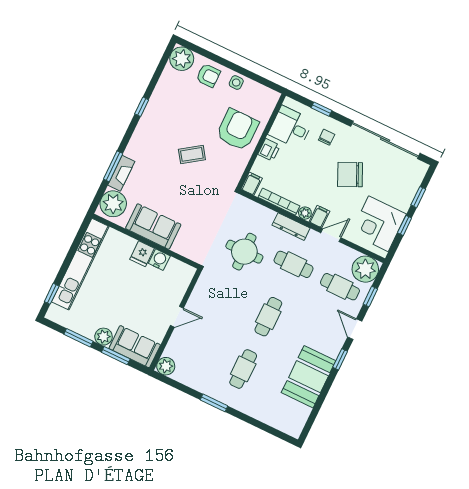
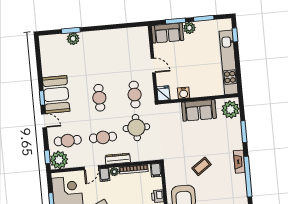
window: (142, 107) -> (248, 177), width x3.17
fireplace: (121, 173) -> (239, 162), moved
fridge: (142, 254) -> (163, 93), moved
window: (370, 297) -> (47, 157), moved
door: (177, 317) -> (153, 65), swing flipped
plant: (166, 366) -> (73, 39), moved
cafe table: (243, 369) -> (135, 95), moved
booth: (309, 377) -> (56, 94), moved
window: (214, 403) -> (71, 30), moved

